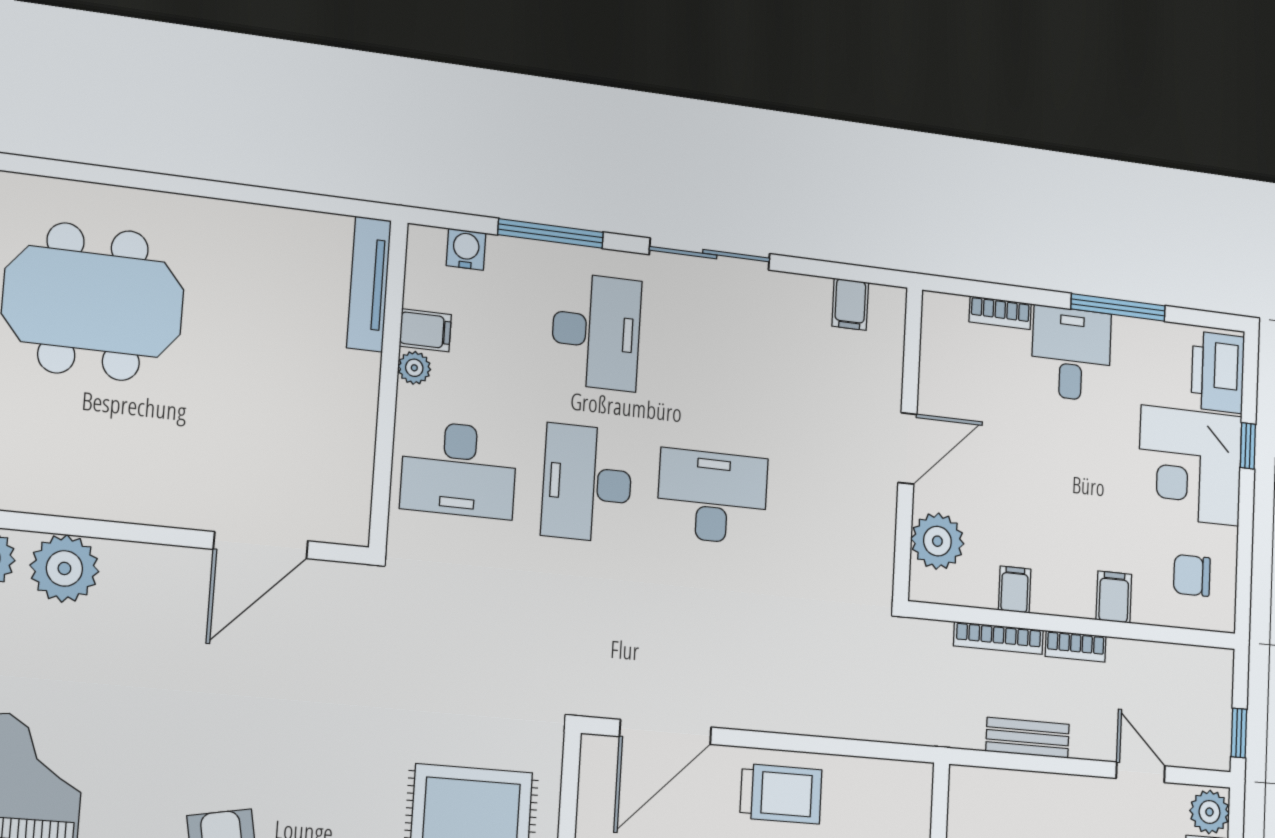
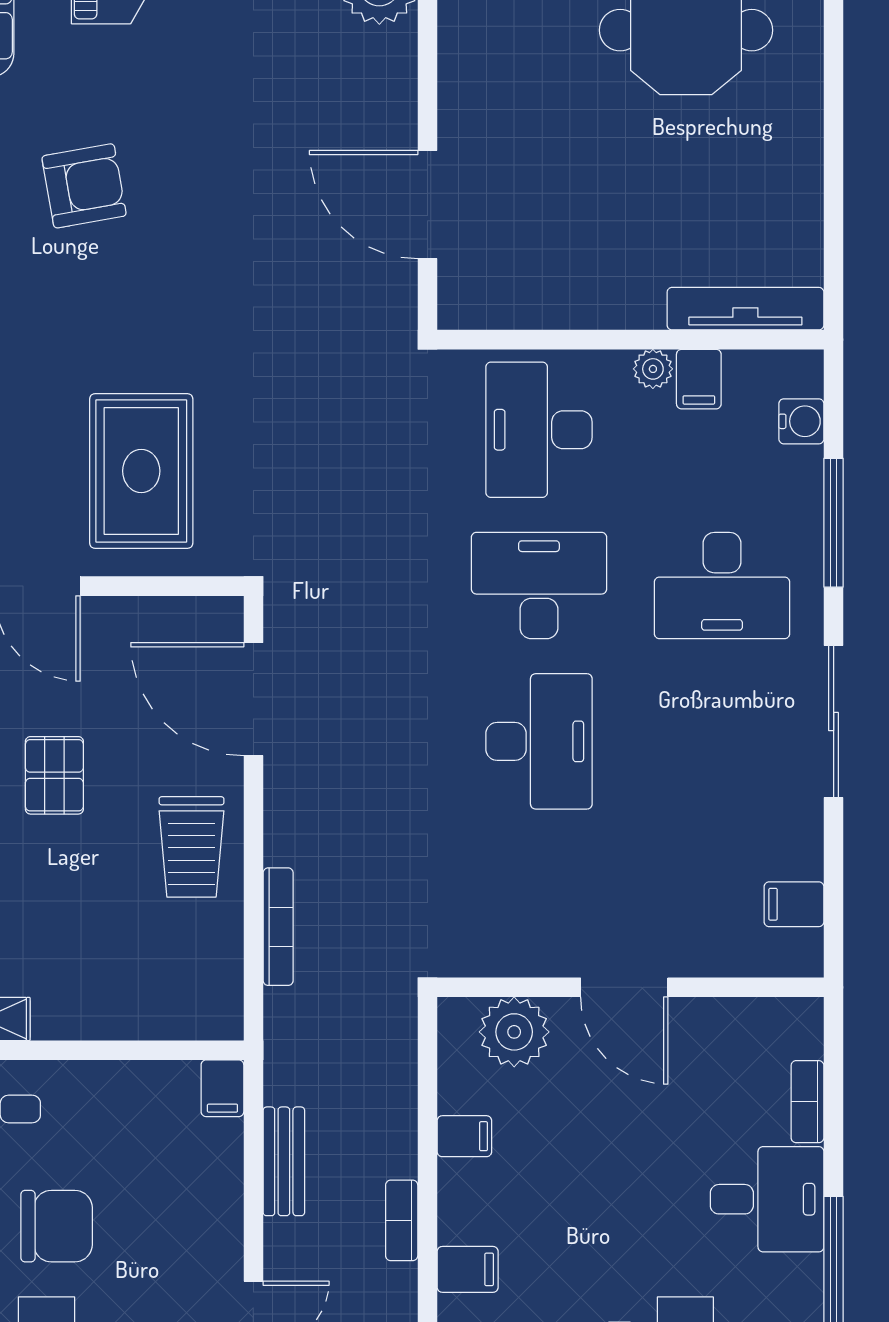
bookcase: (998, 638) -> (278, 927), moved, turned 180
filing cabinet: (970, 783) -> (222, 1088), added

